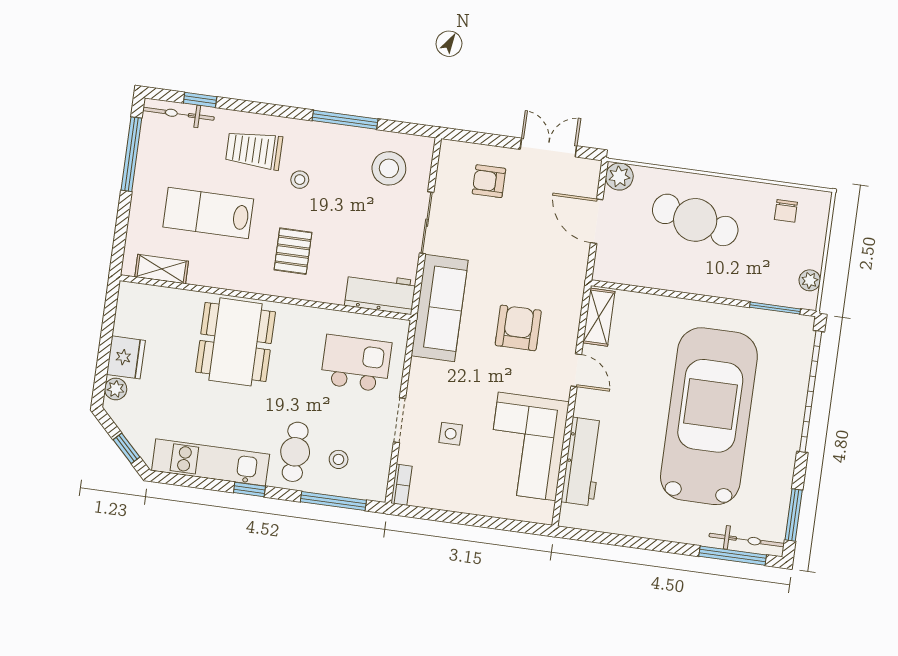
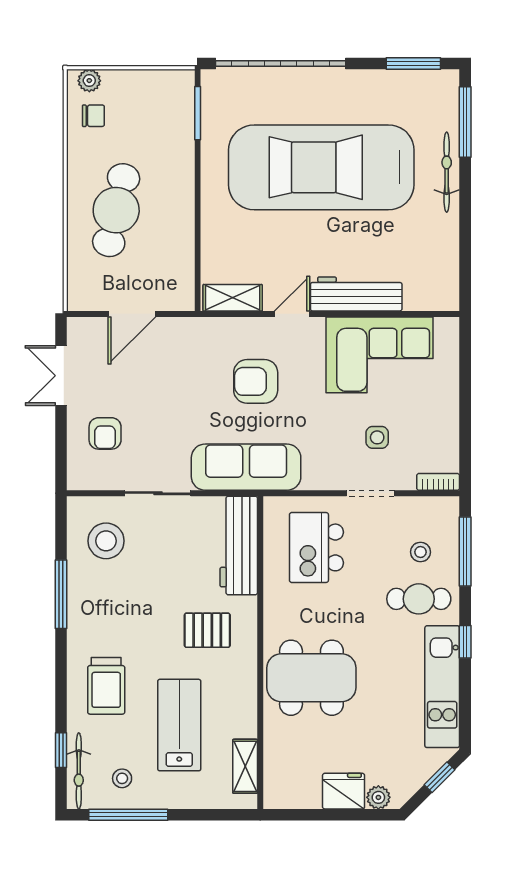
plant: (619, 177) -> (81, 297), removed
stool: (300, 180) -> (122, 778), moved
lab bench: (208, 213) -> (179, 725), turned 180
plant: (810, 280) -> (89, 81), moved
workbench: (380, 293) -> (239, 545), width x1.38
workbench: (583, 462) -> (356, 294), moved
bicycle: (747, 540) -> (447, 172), moved

